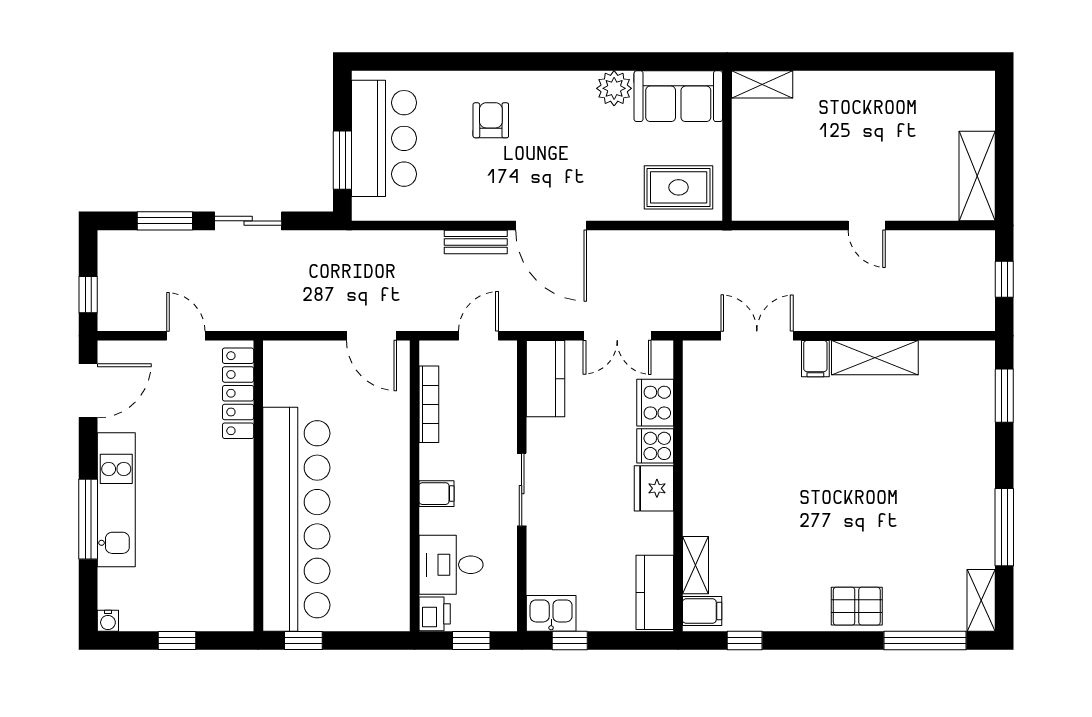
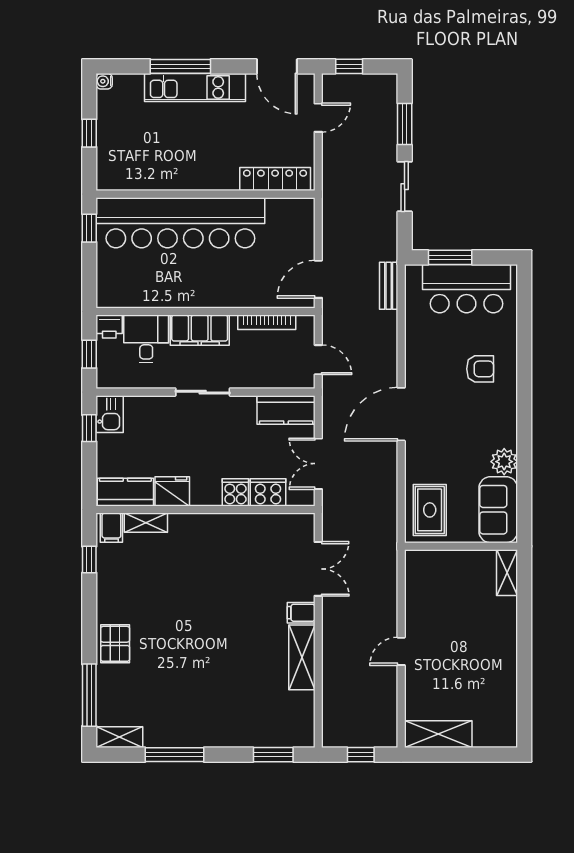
bench: (476, 242) -> (389, 286), moved
door: (186, 336) -> (318, 118), moved
fridge: (654, 488) -> (172, 491), moved
filing cabinet: (436, 494) -> (200, 330), width x3.00, depth x1.17

